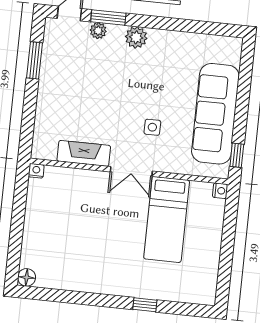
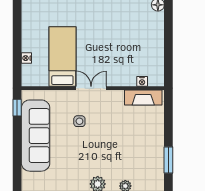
fireplace: (84, 153) -> (143, 97), moved
nightstand: (36, 171) -> (142, 81), moved
nightstand: (220, 191) -> (26, 58), moved

